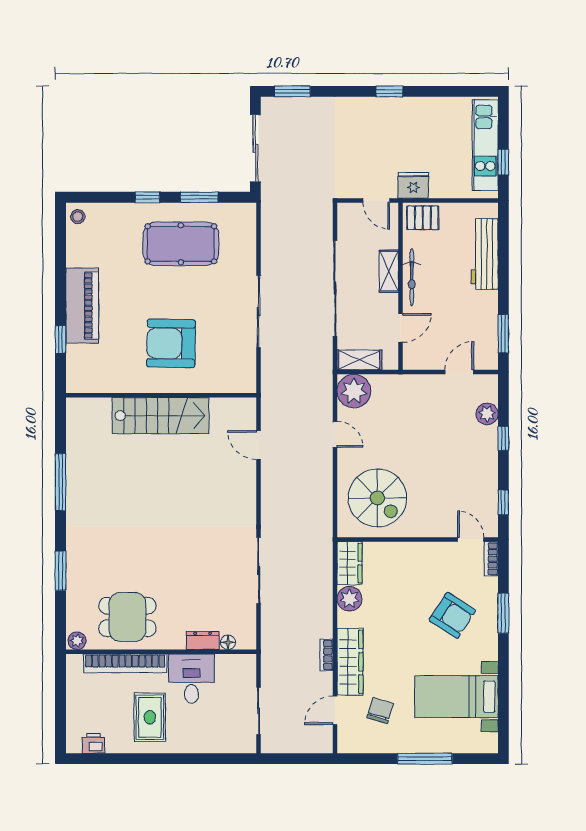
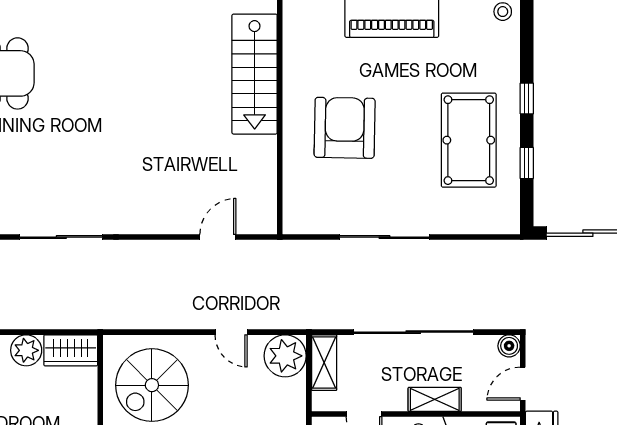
window: (199, 197) -> (527, 163), width x0.67
boiler: (346, 211) -> (509, 346), added
stairs: (161, 416) -> (255, 74), moved
door: (335, 434) -> (231, 332), hinge flipped

